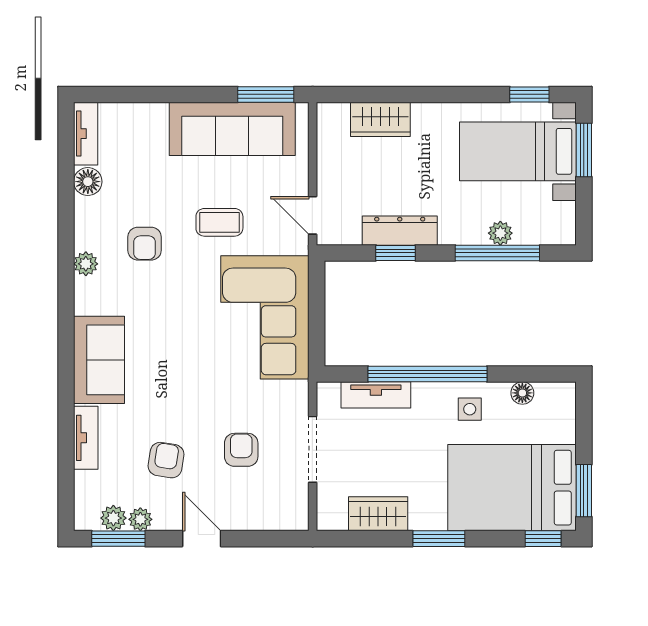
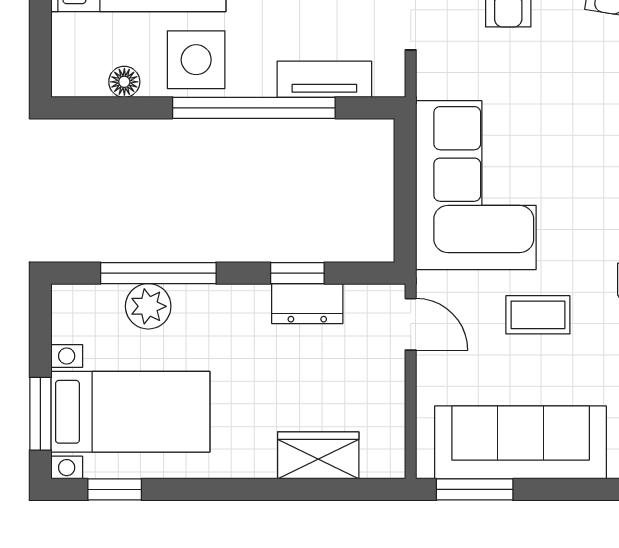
dresser: (400, 231) -> (307, 304), width x0.70
plant: (500, 233) -> (148, 306), width x1.38, depth x1.38
side table: (470, 409) -> (196, 60), width x1.87, depth x1.87

